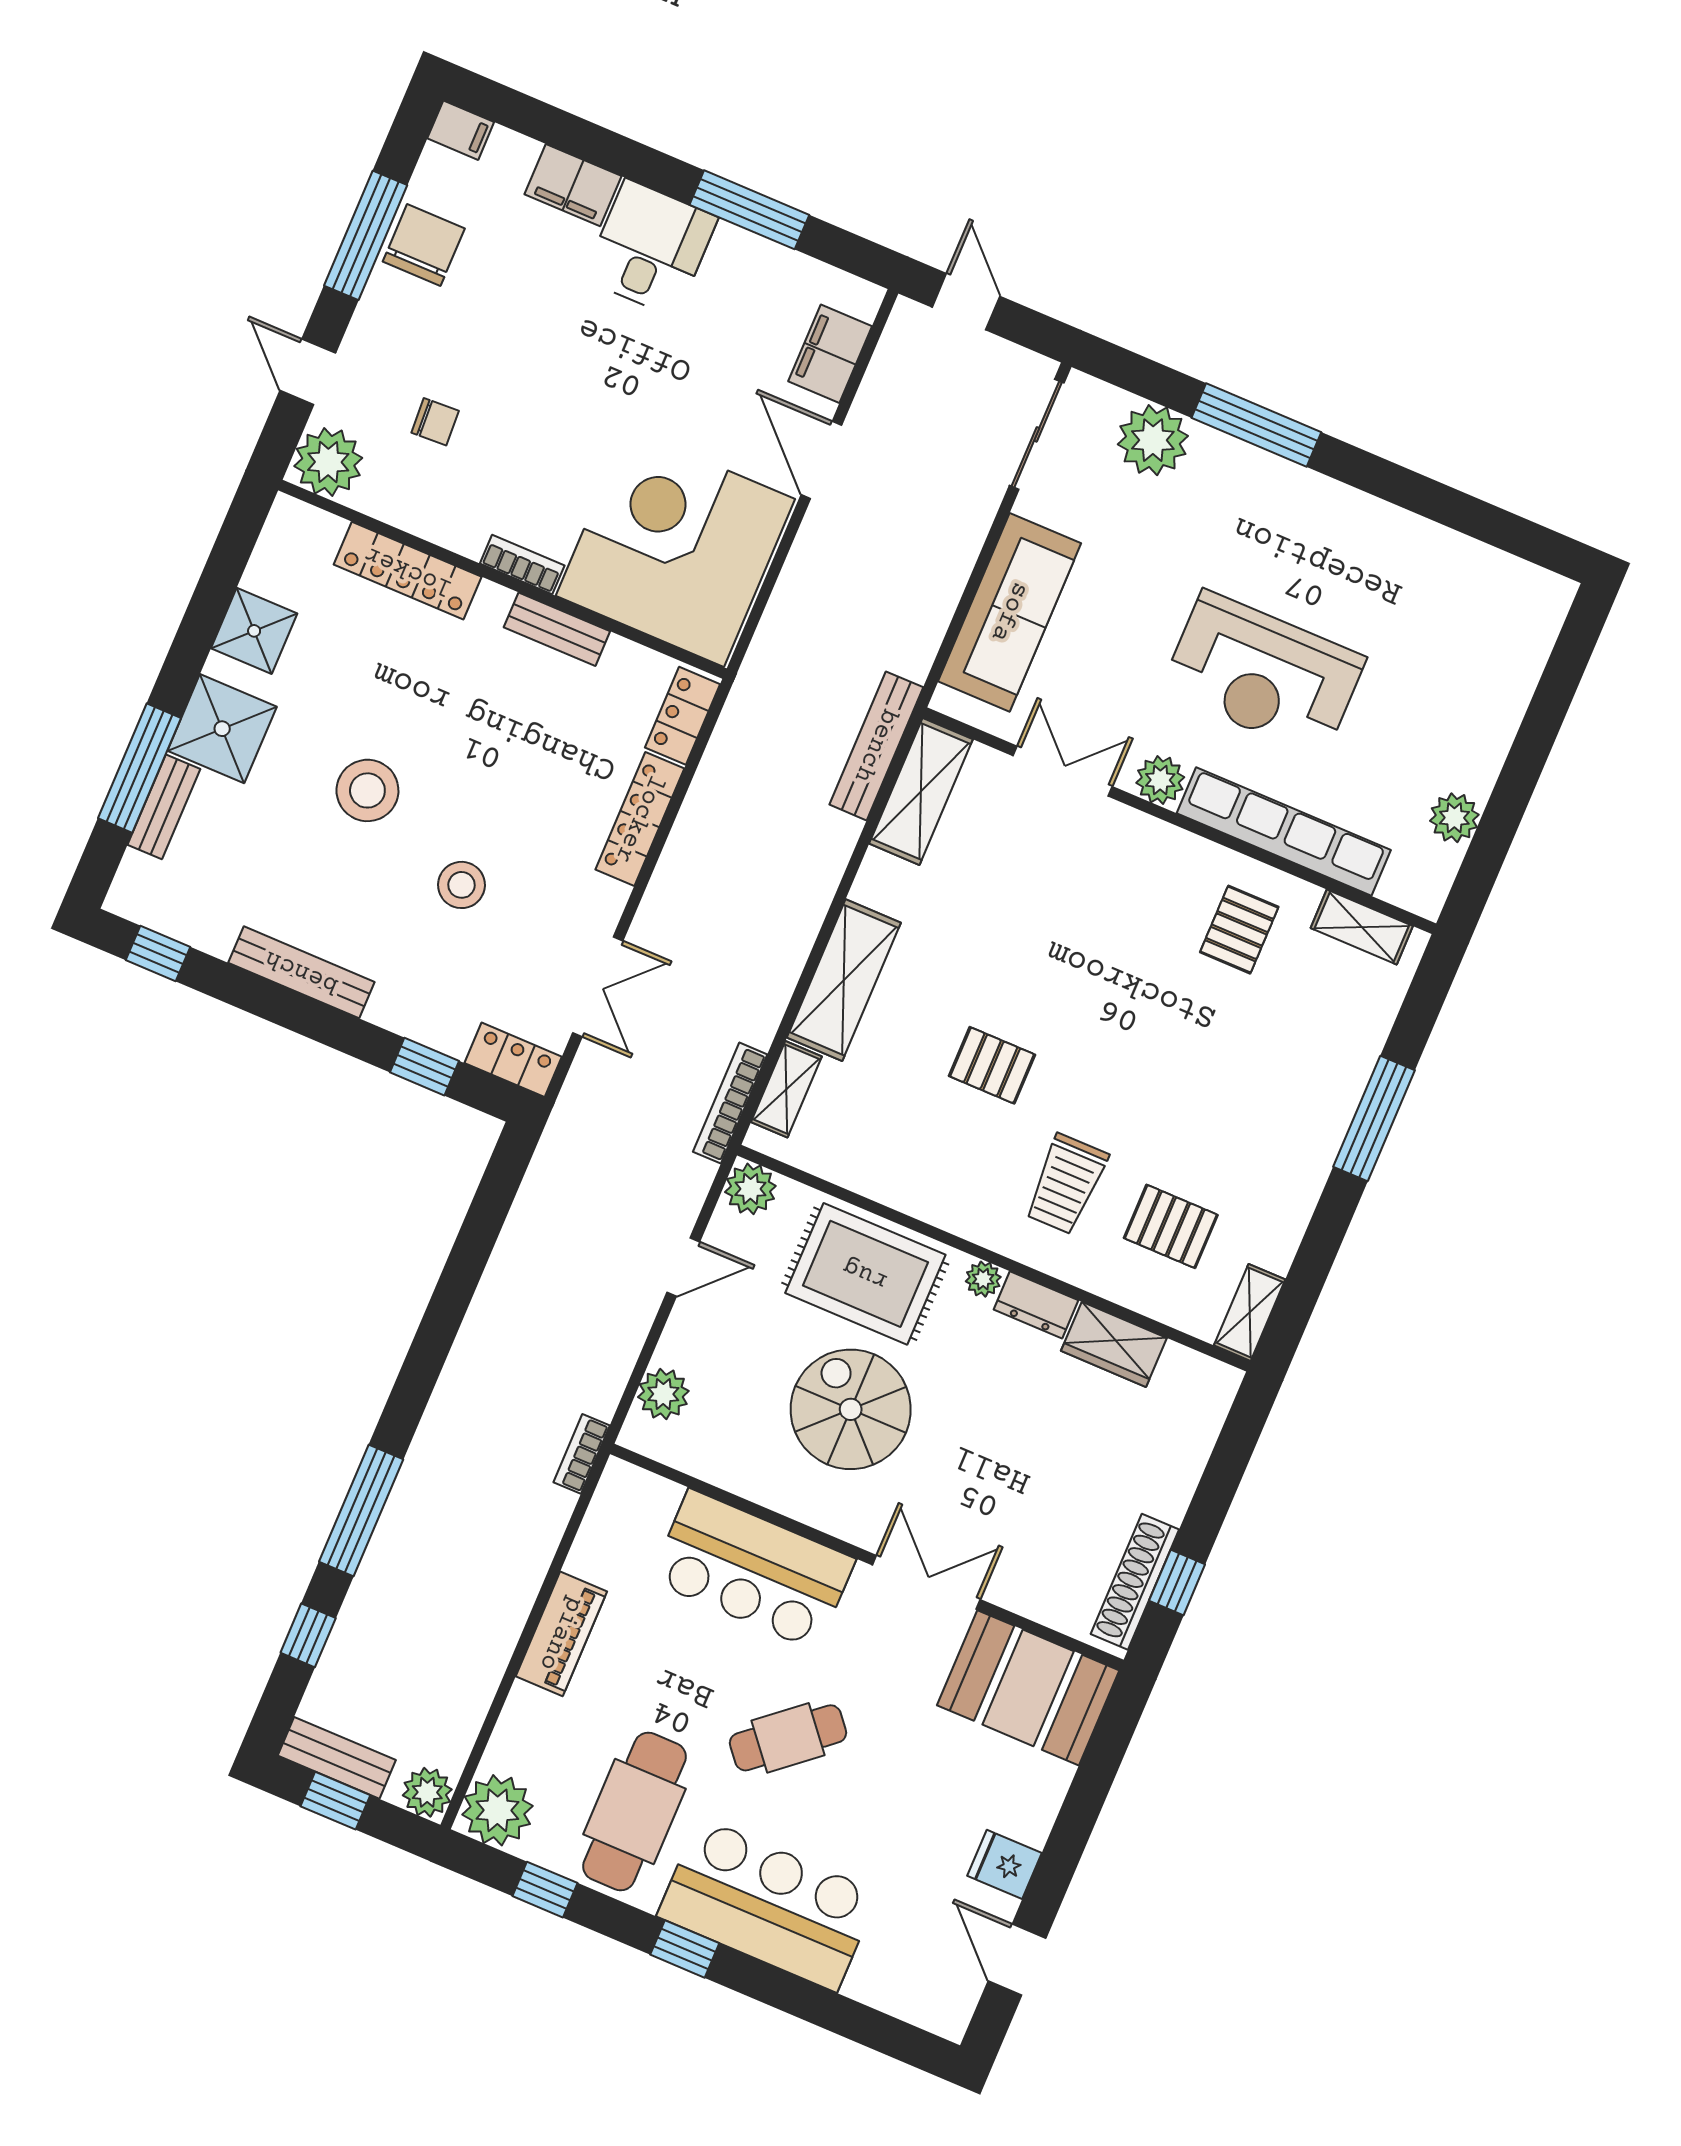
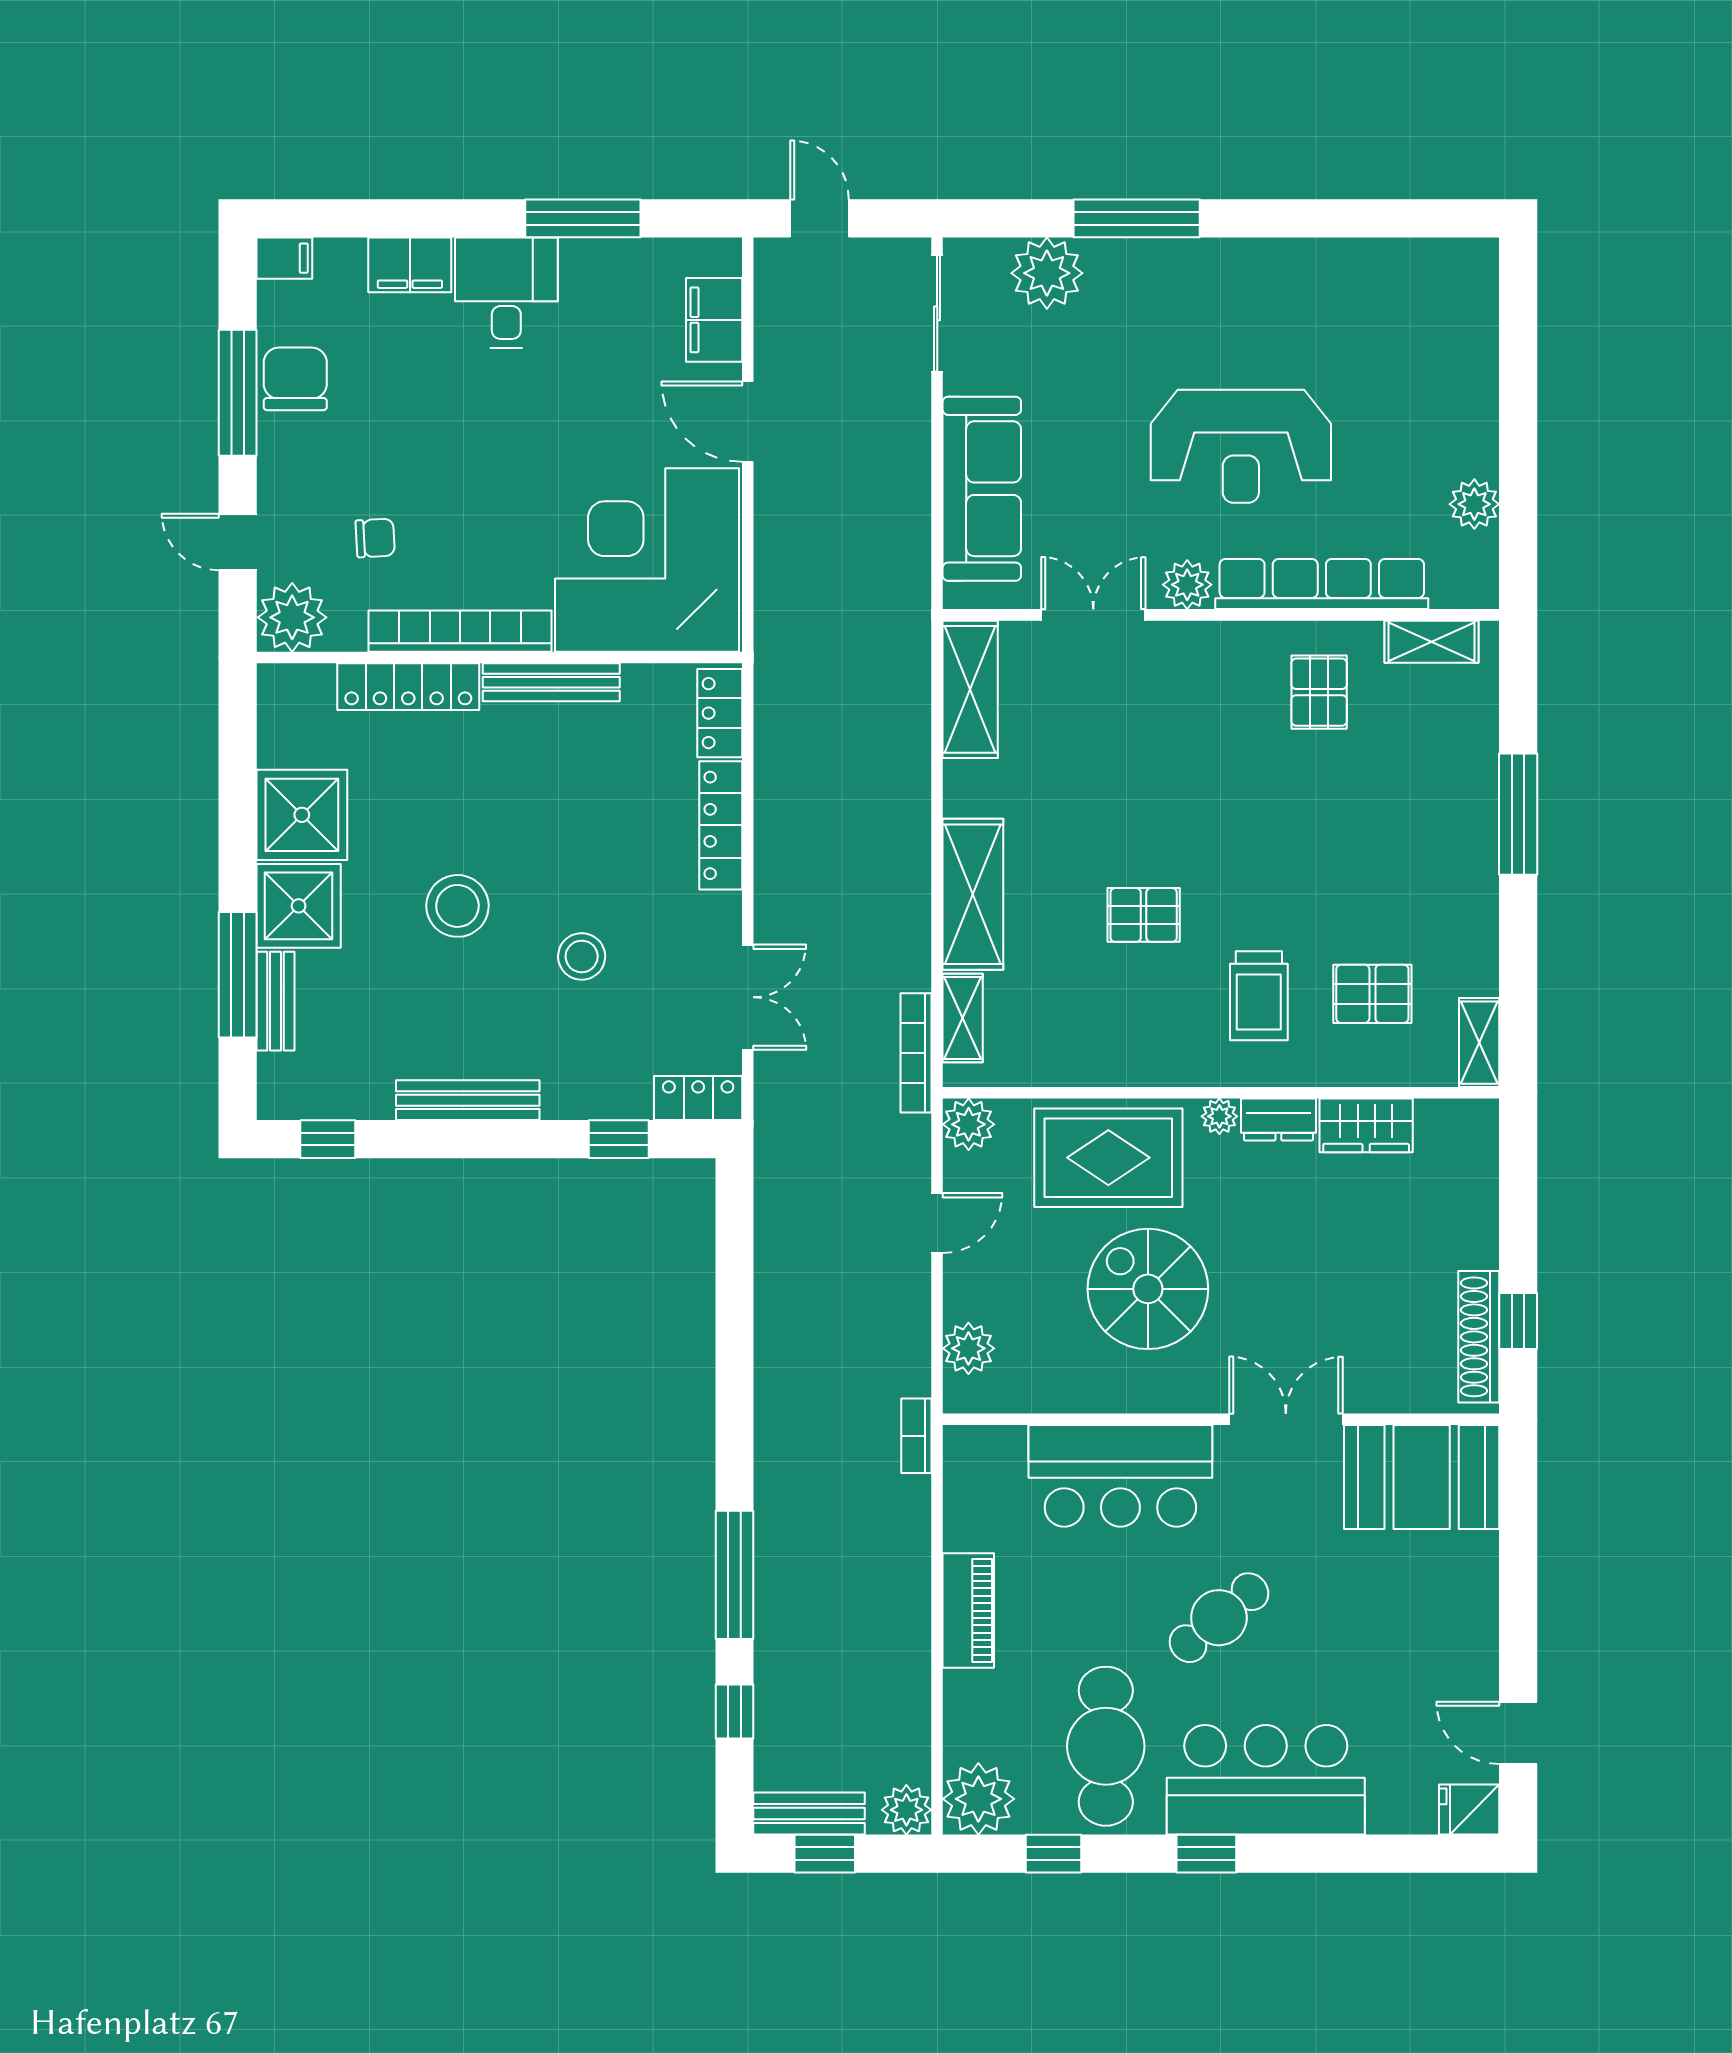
bookcase: (522, 564) -> (460, 631), width x2.31, depth x1.31
bench: (557, 629) -> (551, 682), width x1.36
shower: (254, 631) -> (302, 815), width x1.36, depth x1.36
bench: (876, 746) -> (911, 665), removed
fridge: (1004, 1864) -> (1469, 1810), moved

